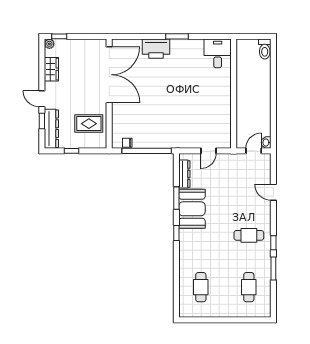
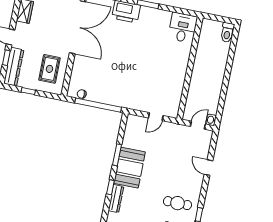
rug: (89, 124) -> (49, 69), turned 90
dresser: (184, 174) -> (116, 199), moved

